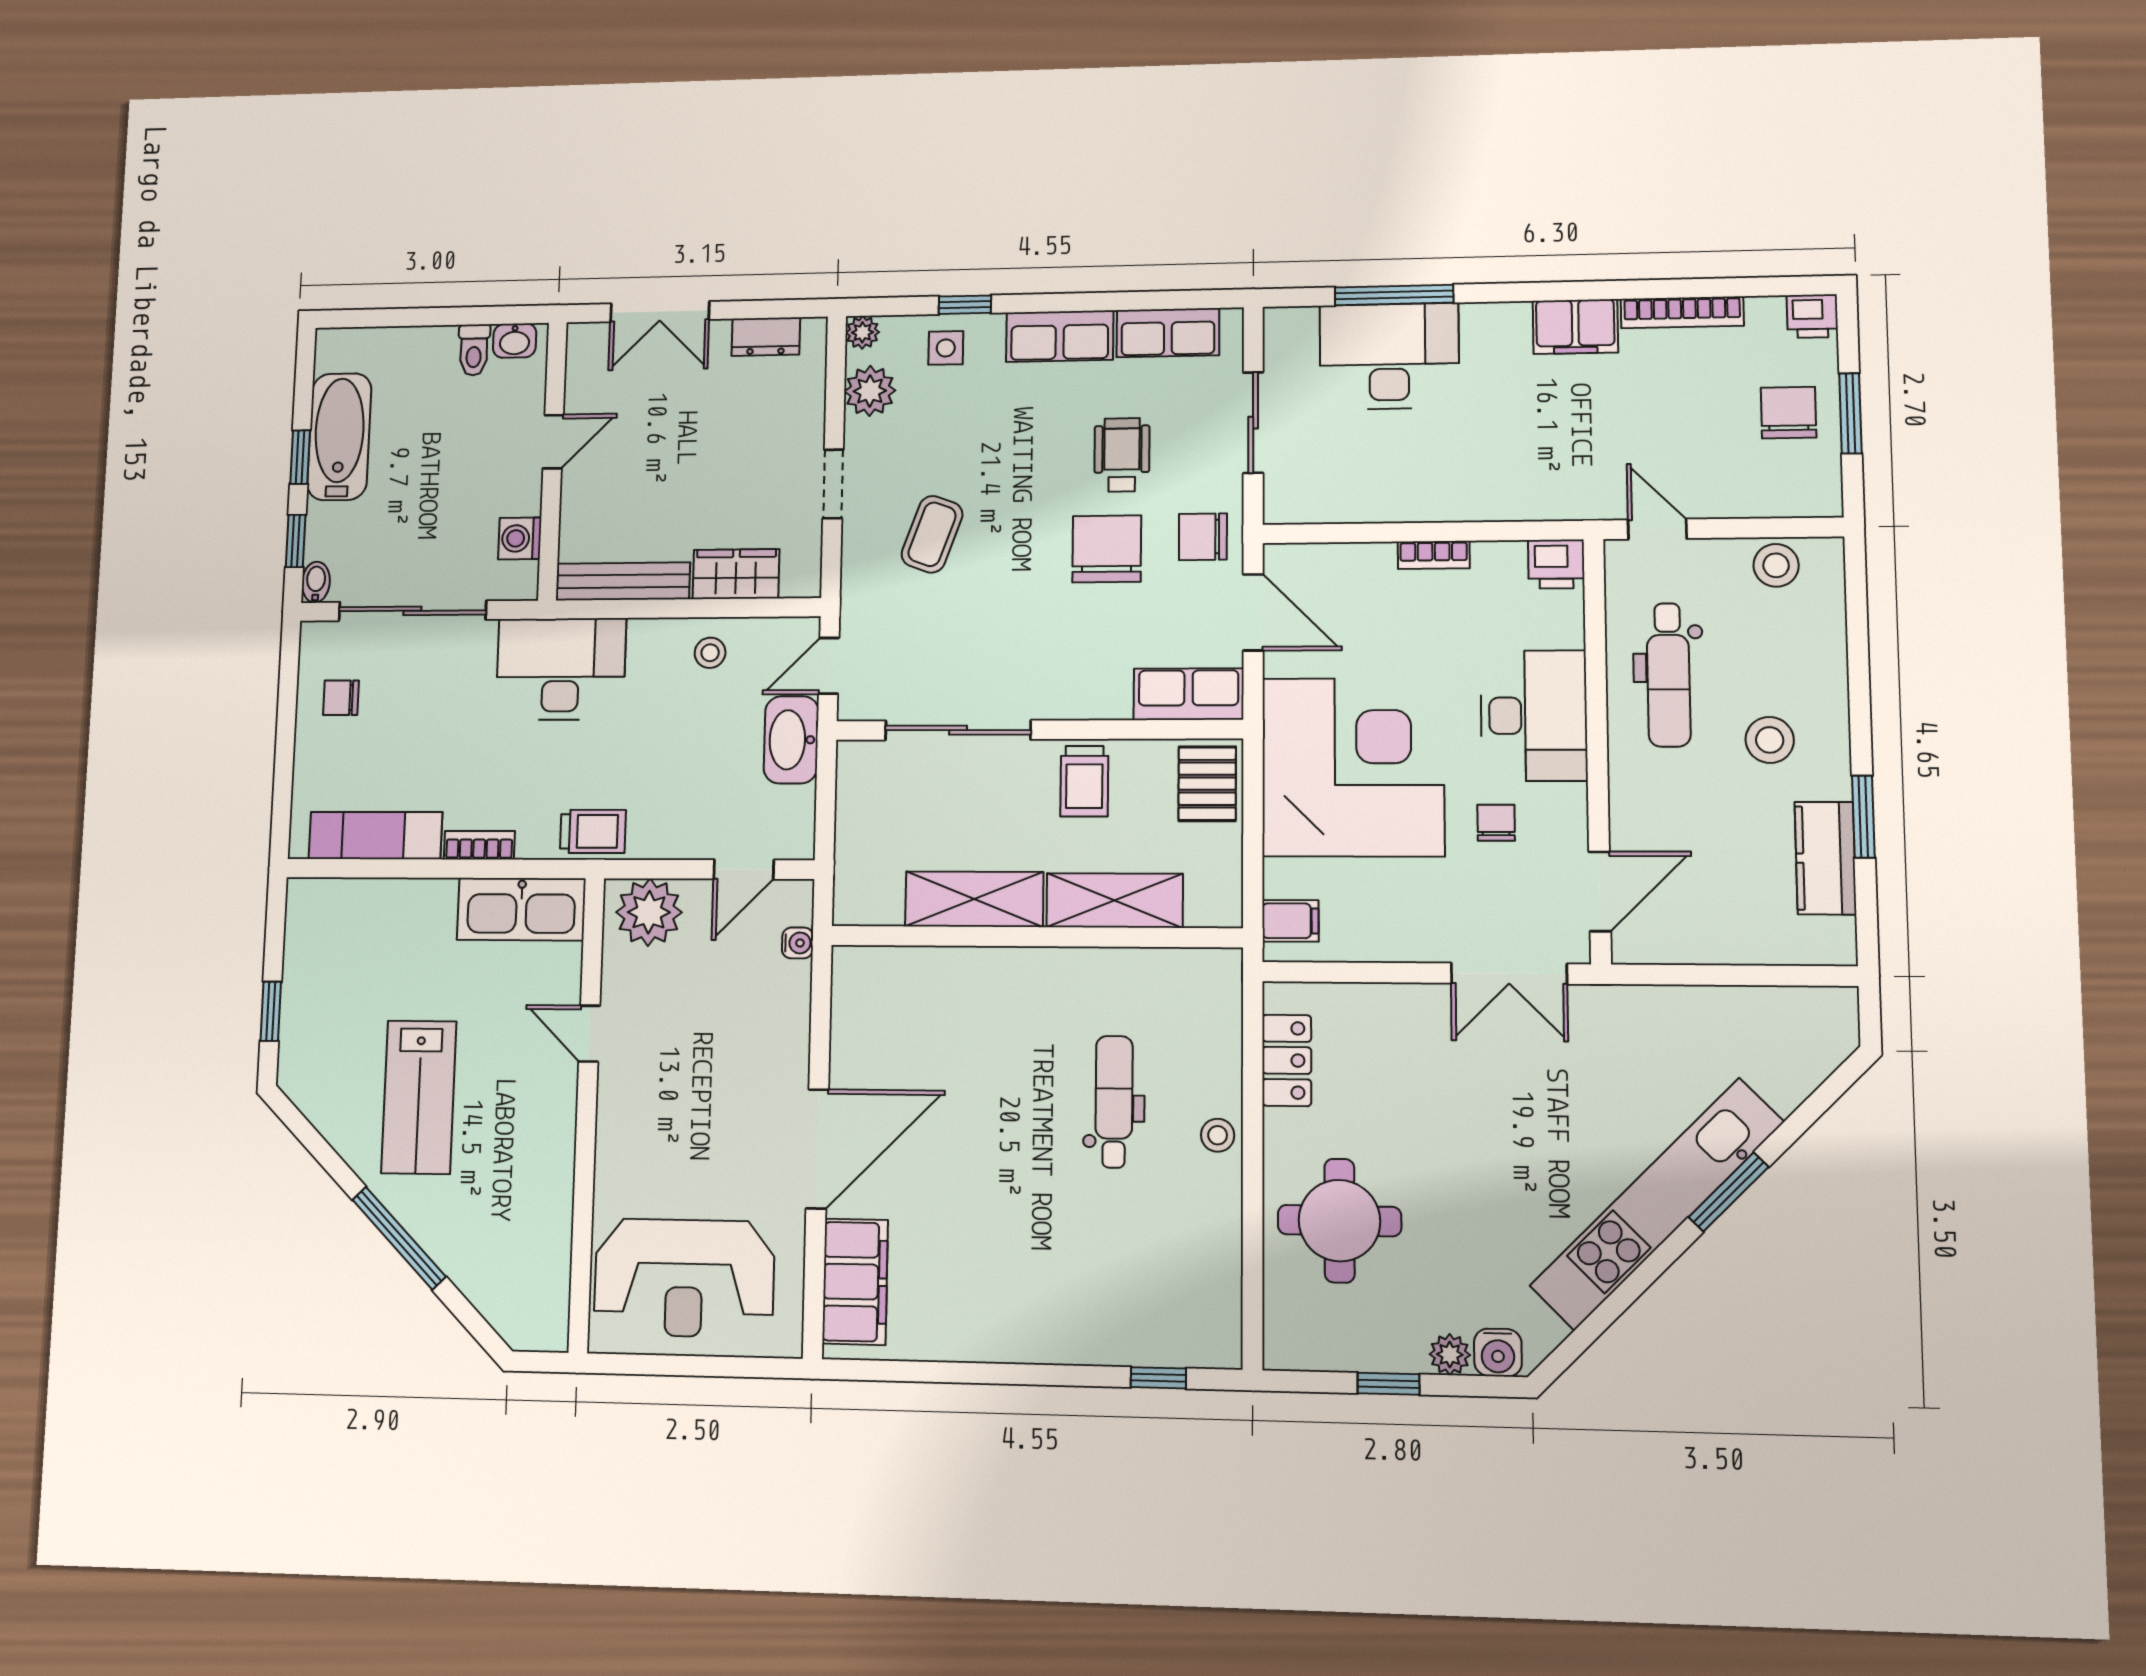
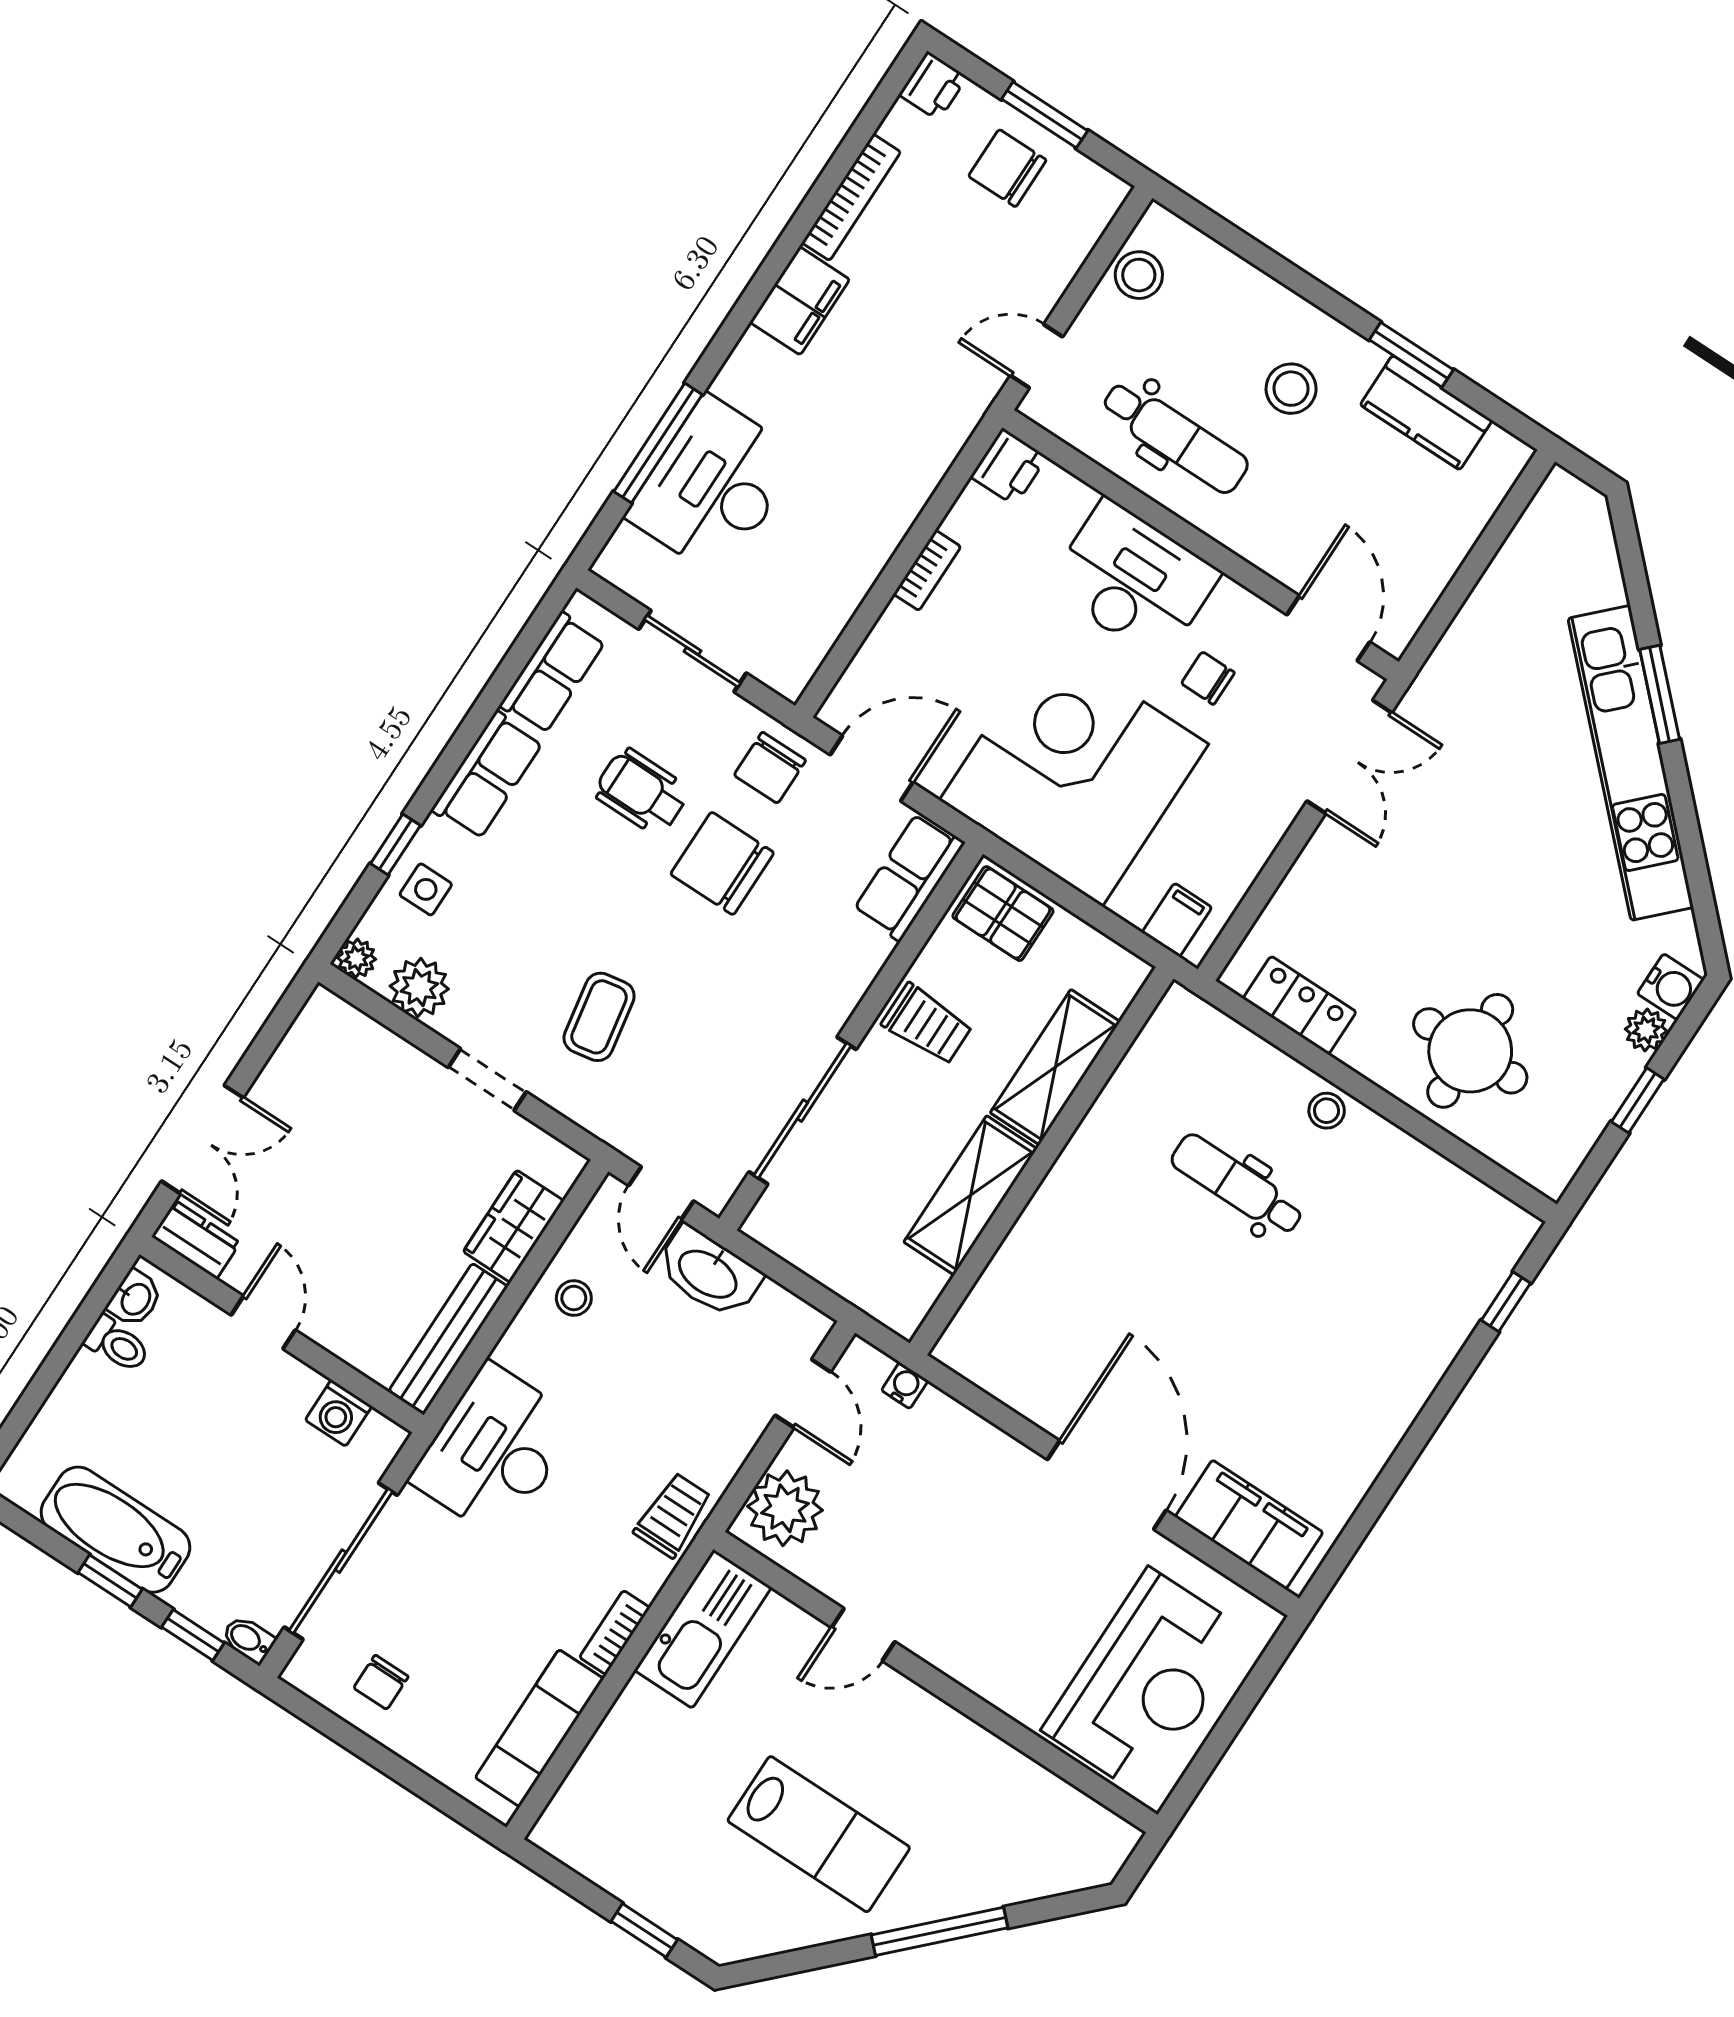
dresser: (766, 337) -> (196, 1240), moved, turned -90
coffee table: (932, 534) -> (599, 1017), turned 60

